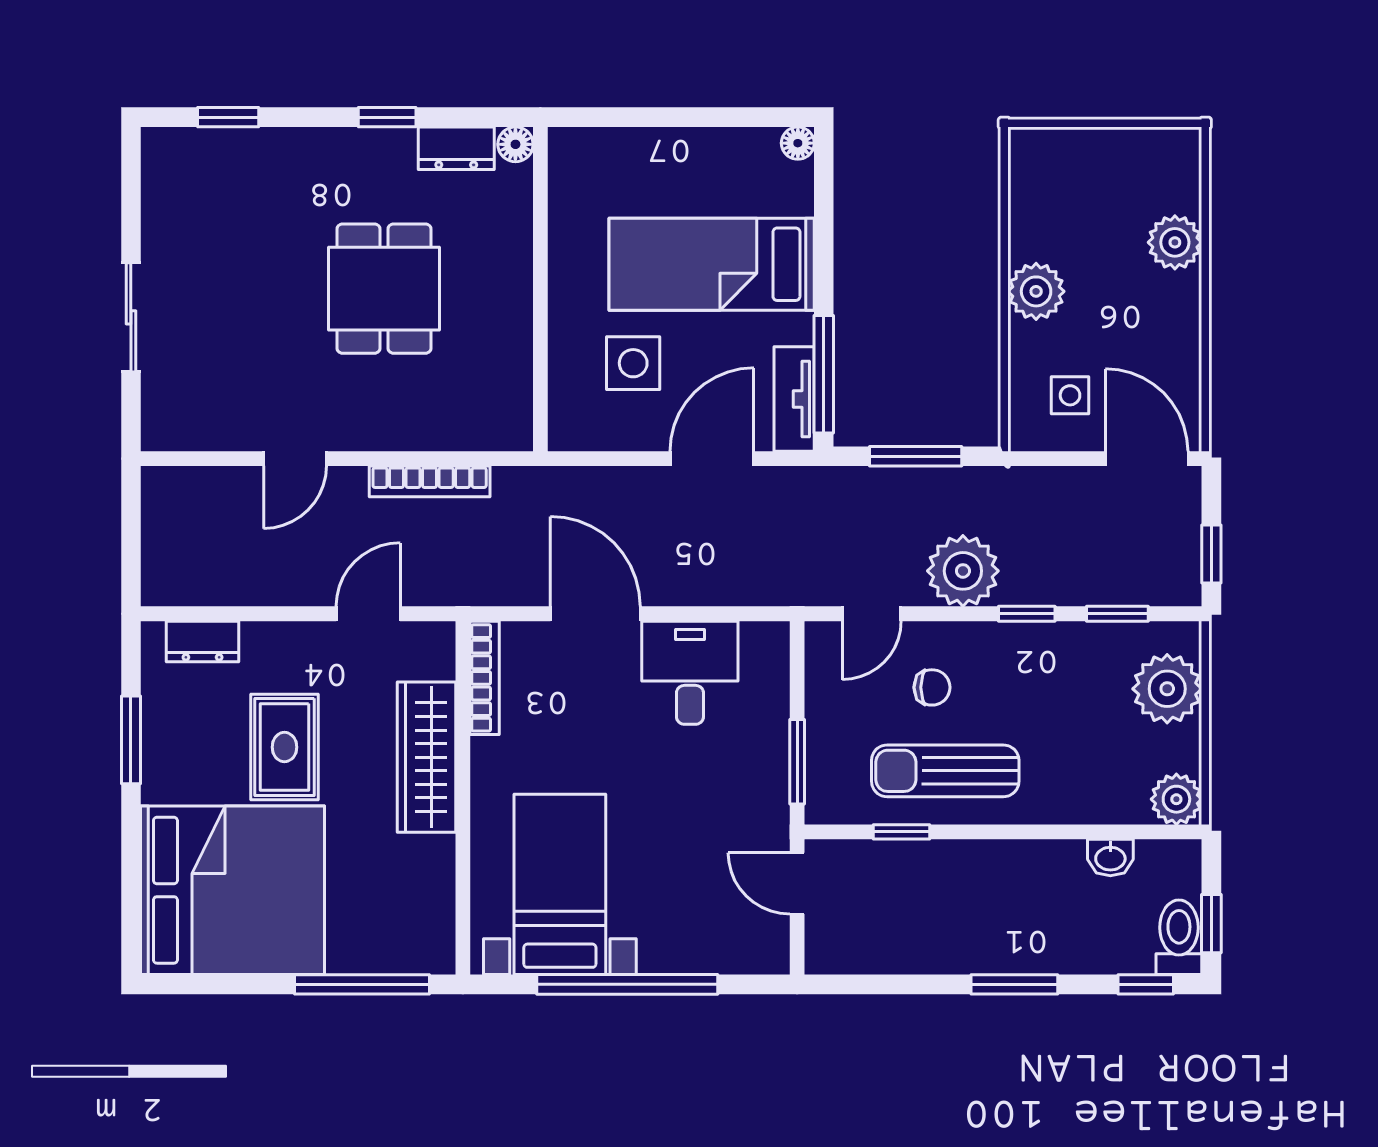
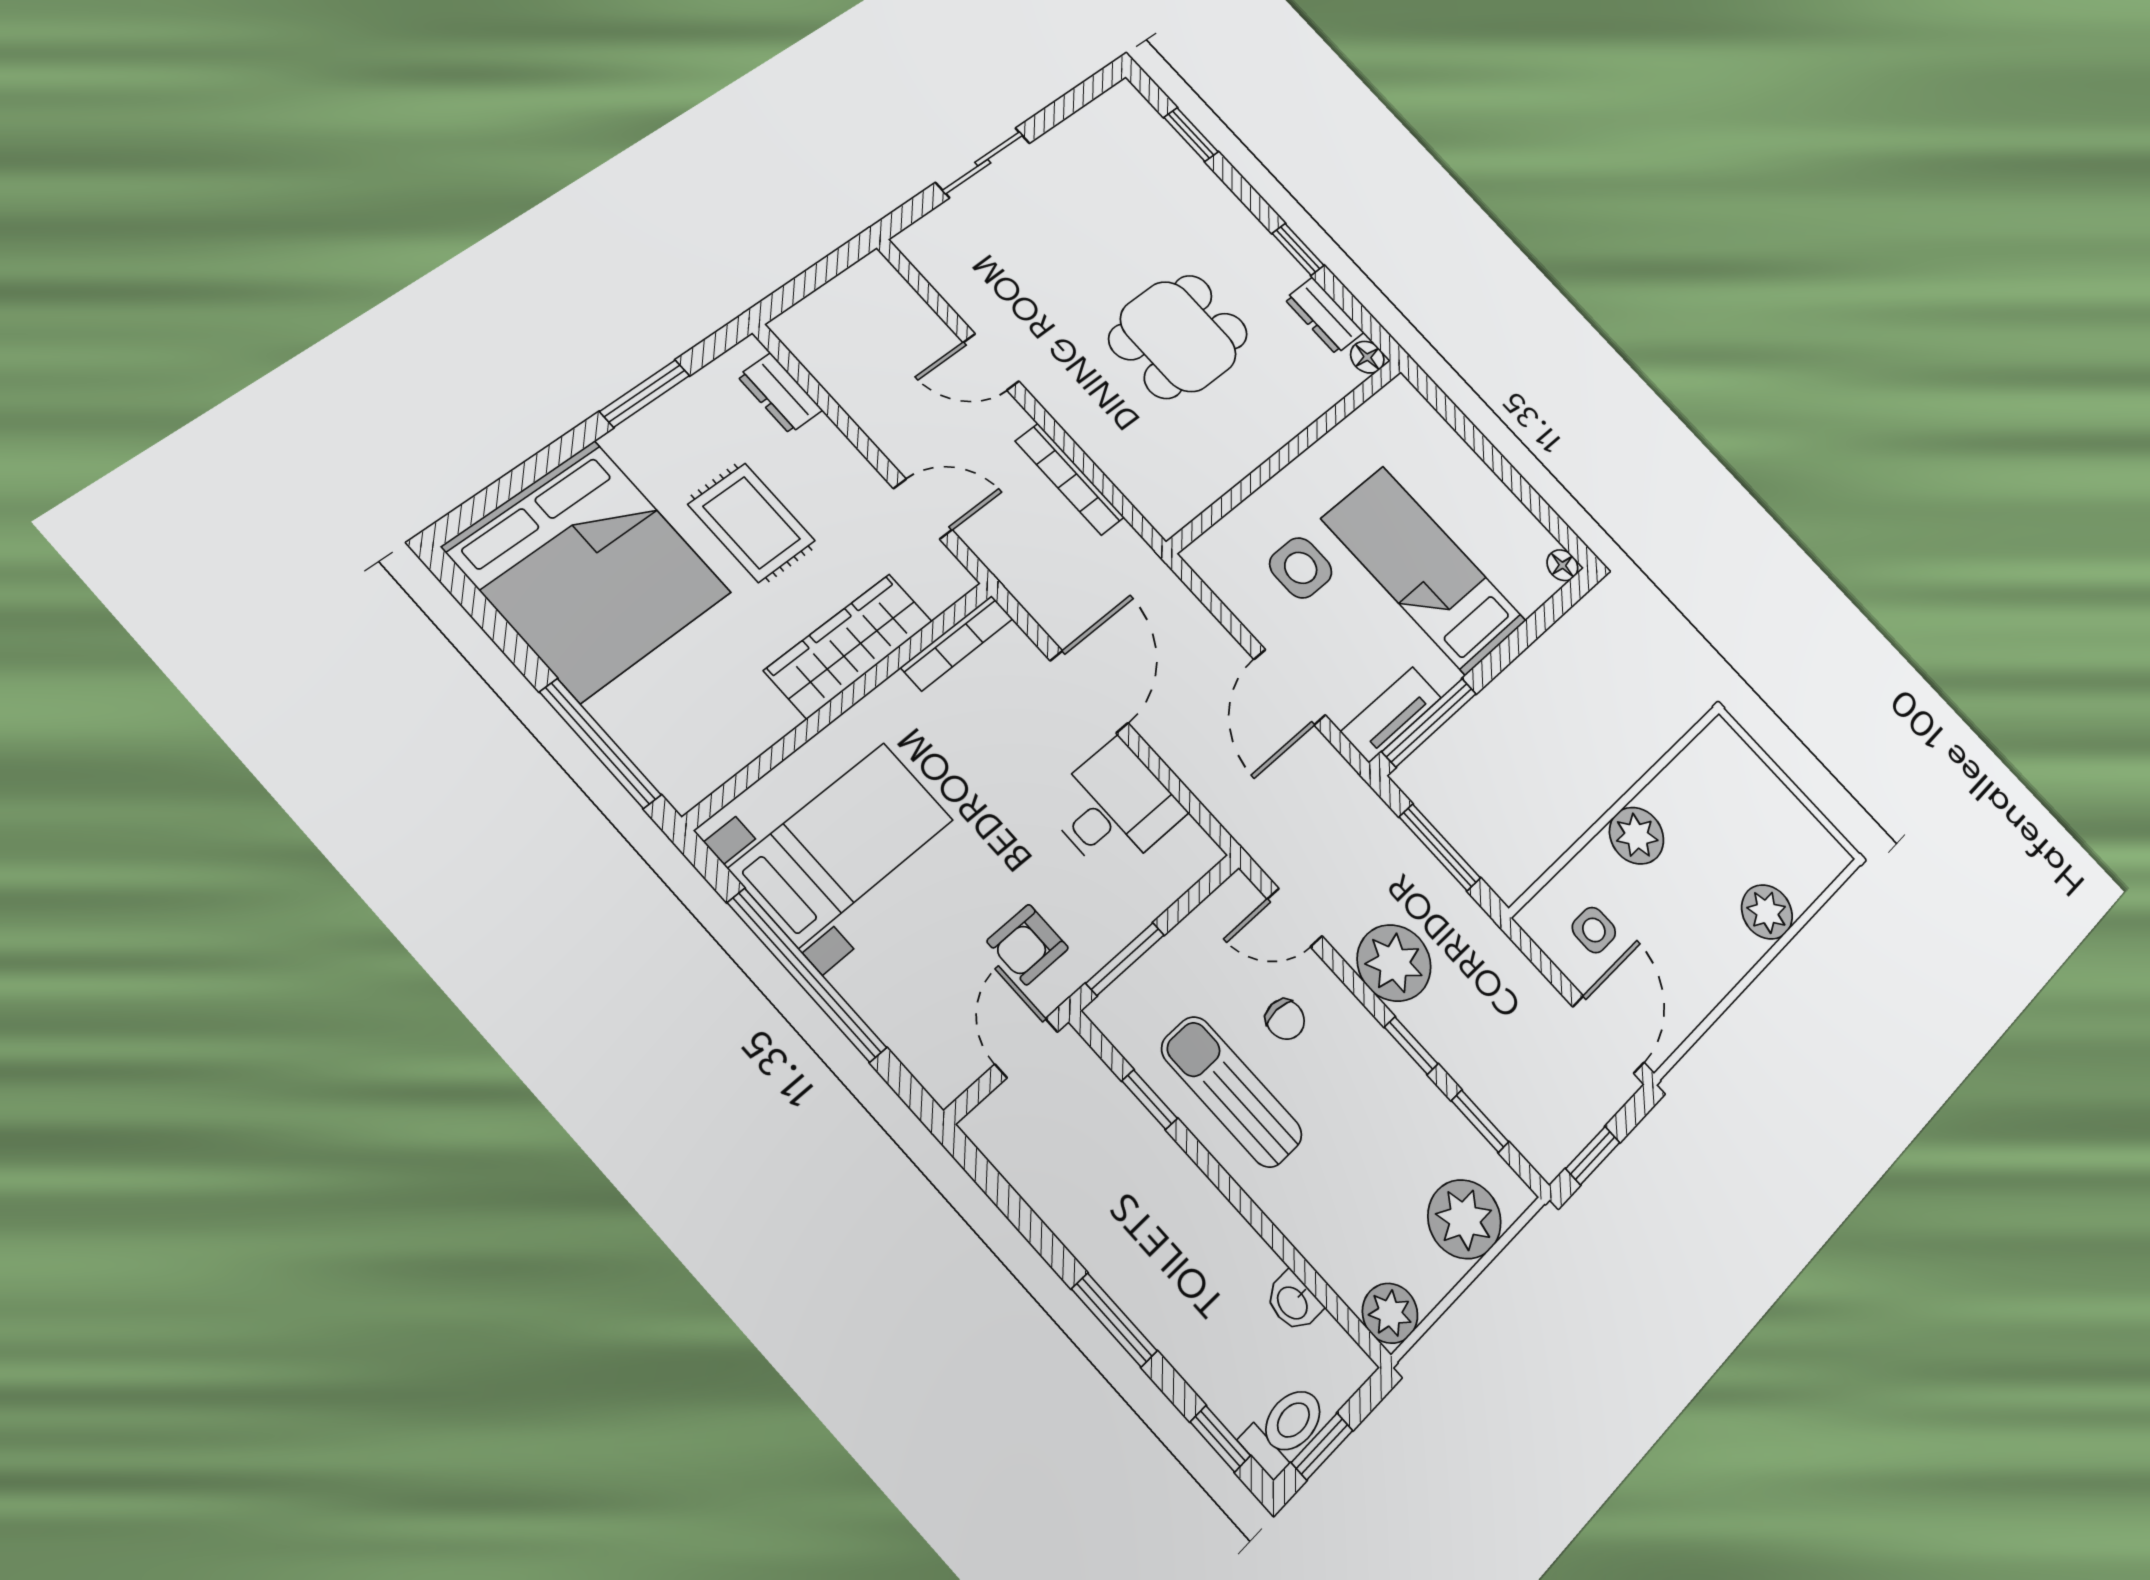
door: (712, 459) -> (1290, 687), swing flipped
rug: (284, 747) -> (752, 523), turned 90
armchair: (731, 820) -> (1028, 945), added

